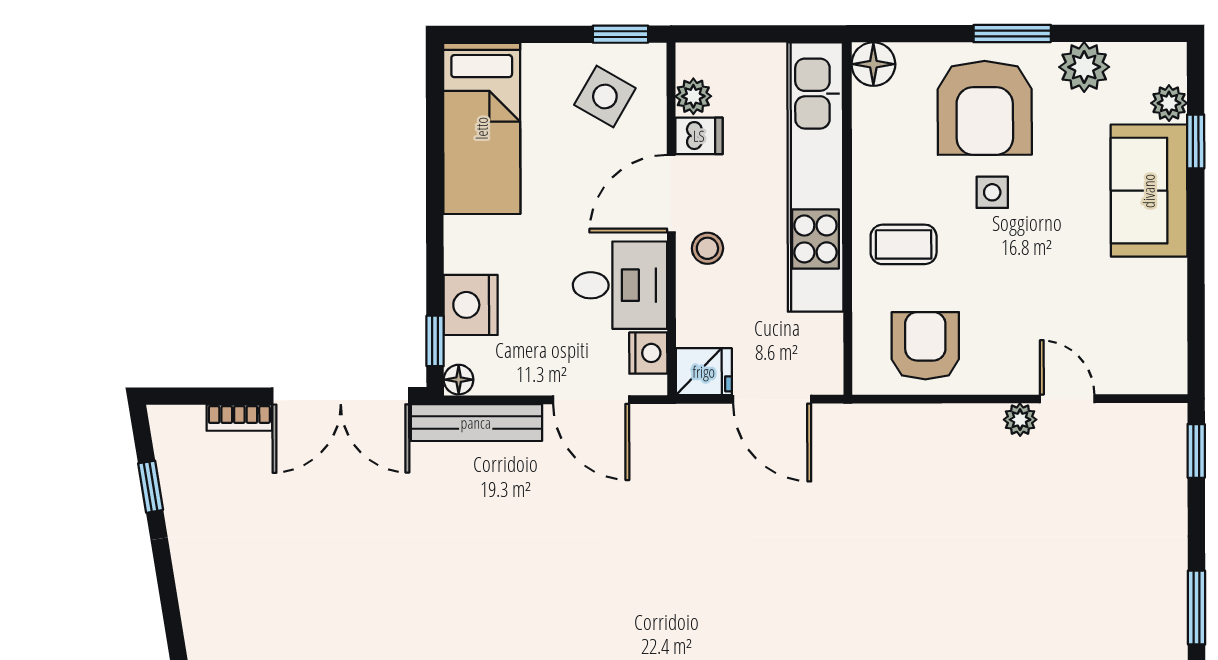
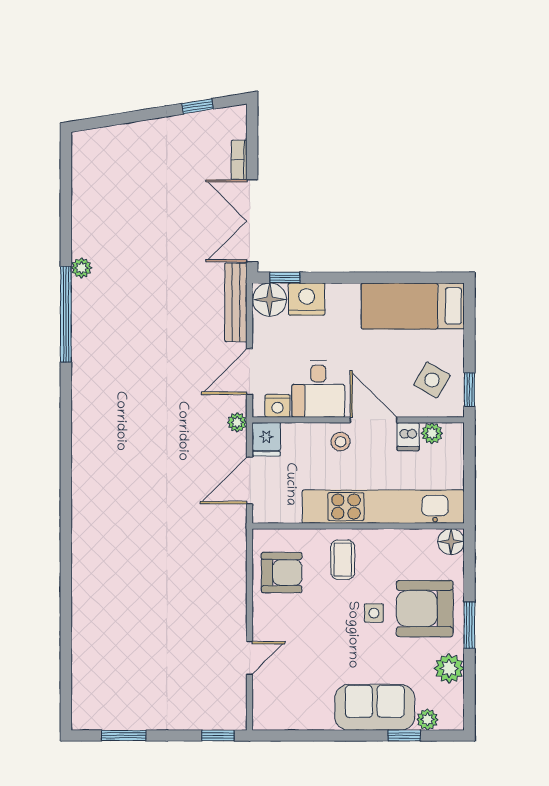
floor lamp: (459, 380) -> (270, 300), width x1.89, depth x1.89
plant: (1020, 420) -> (237, 422), moved

